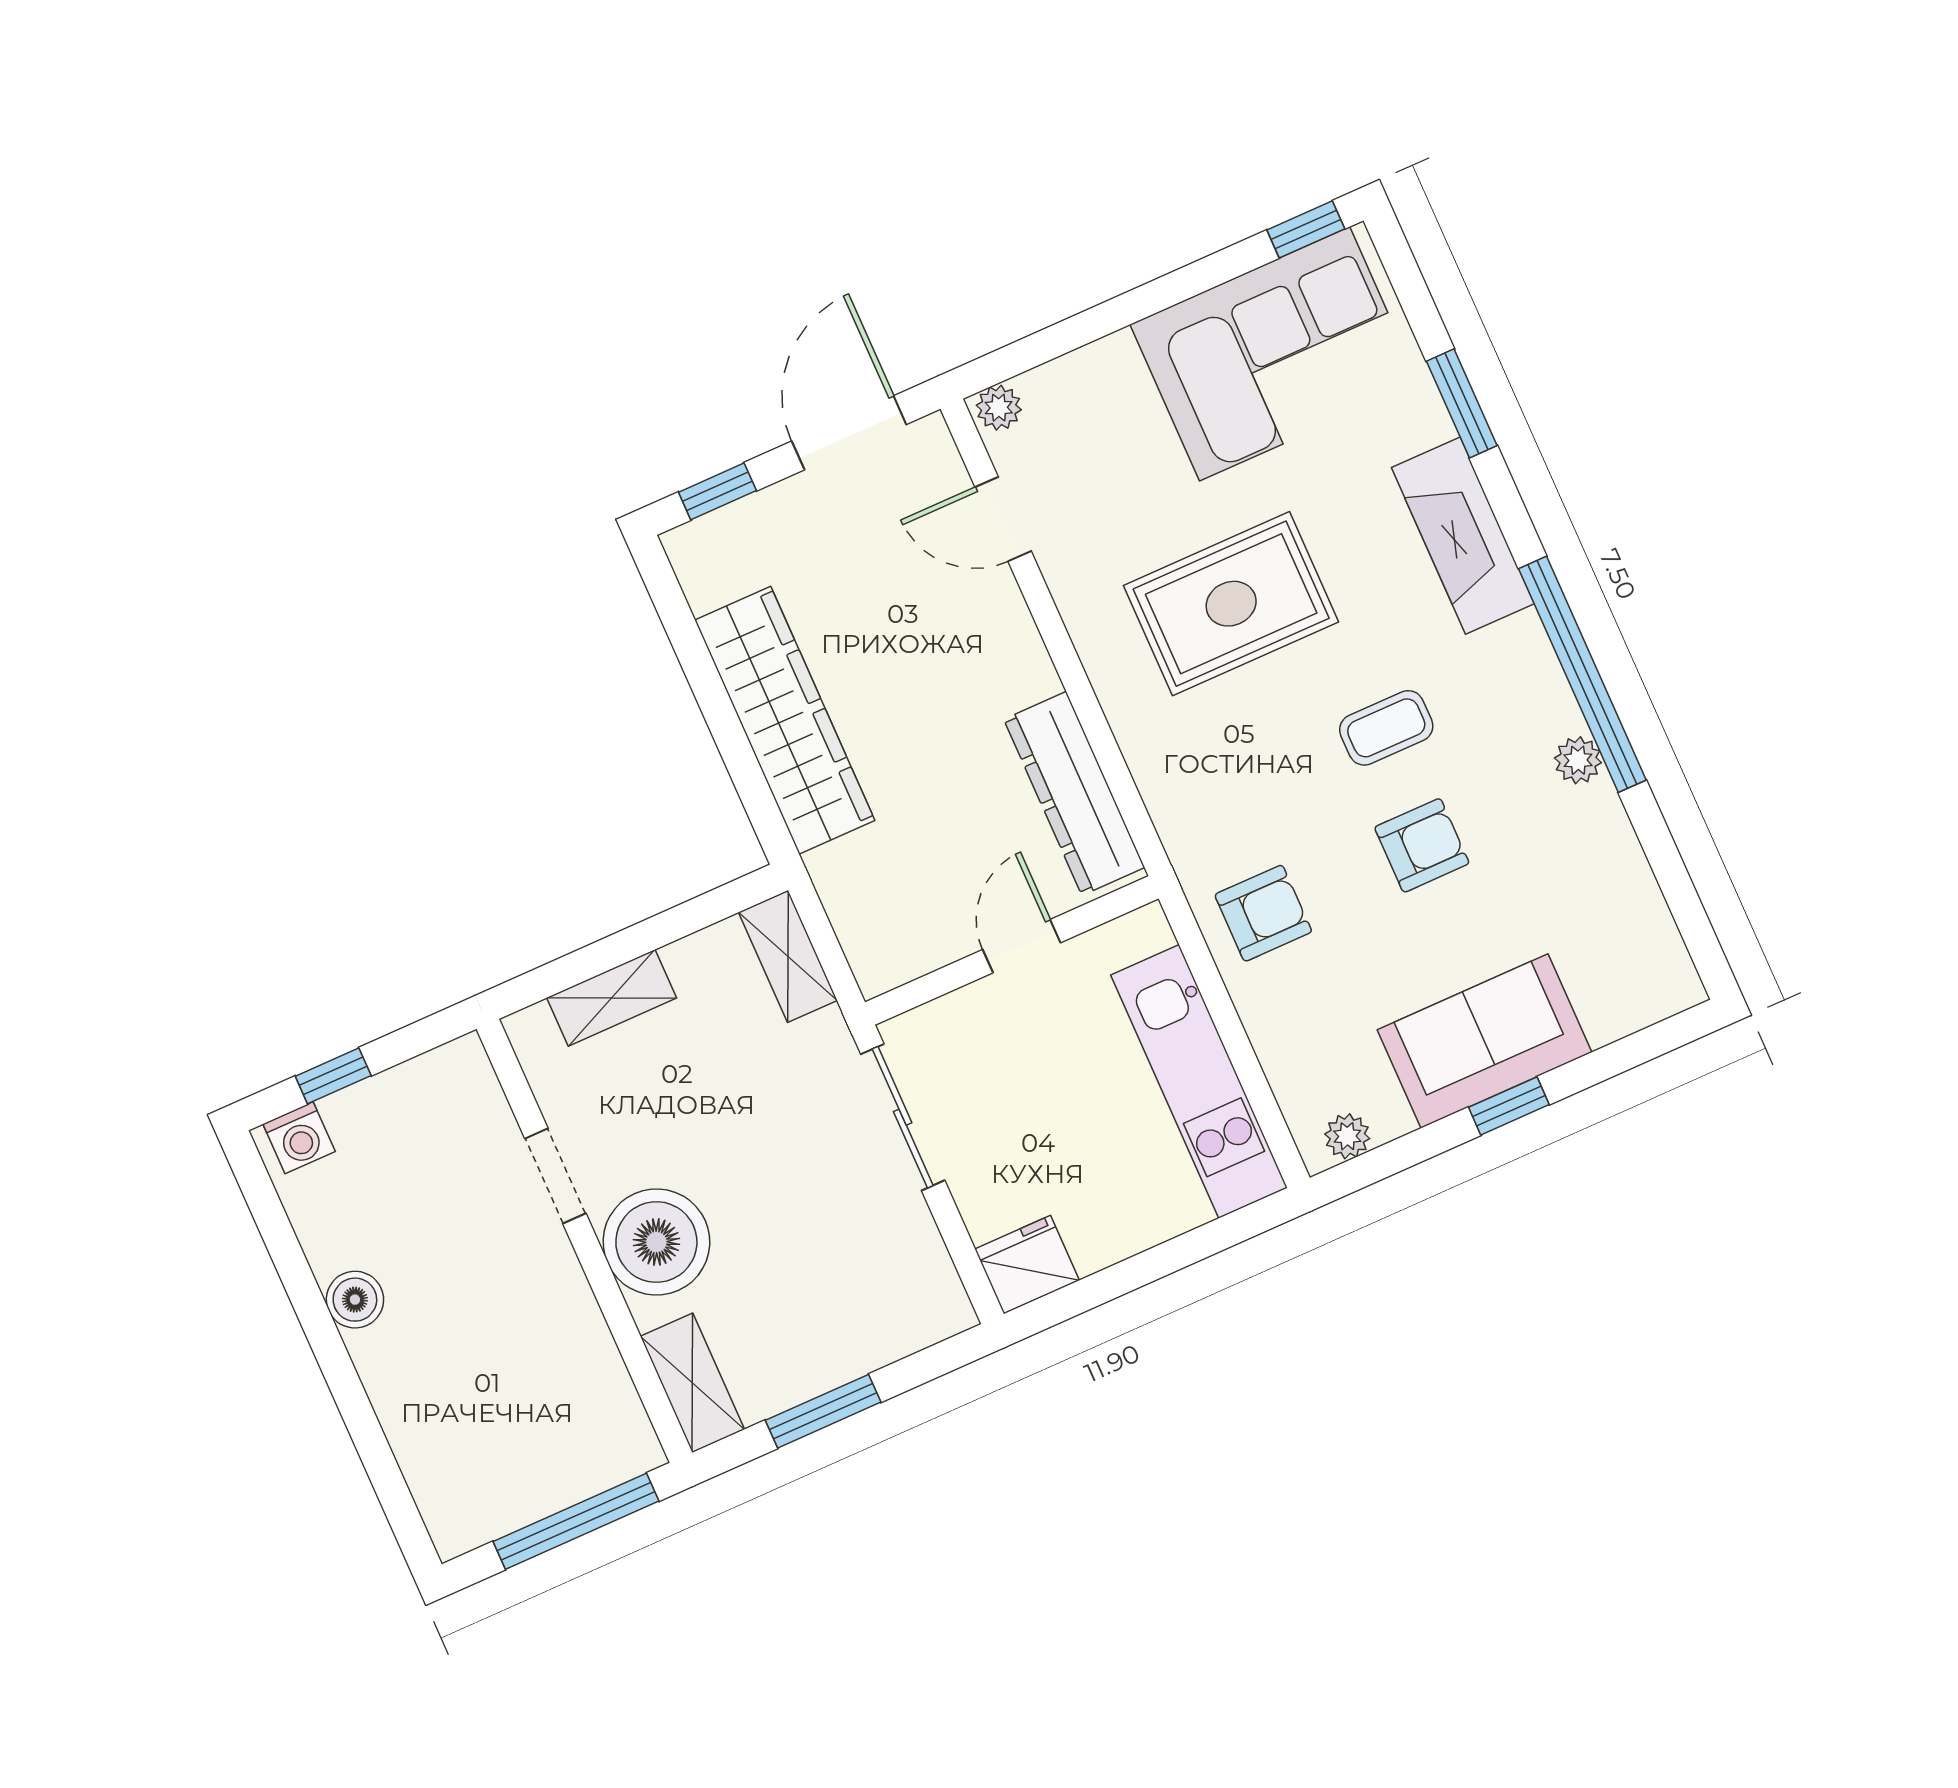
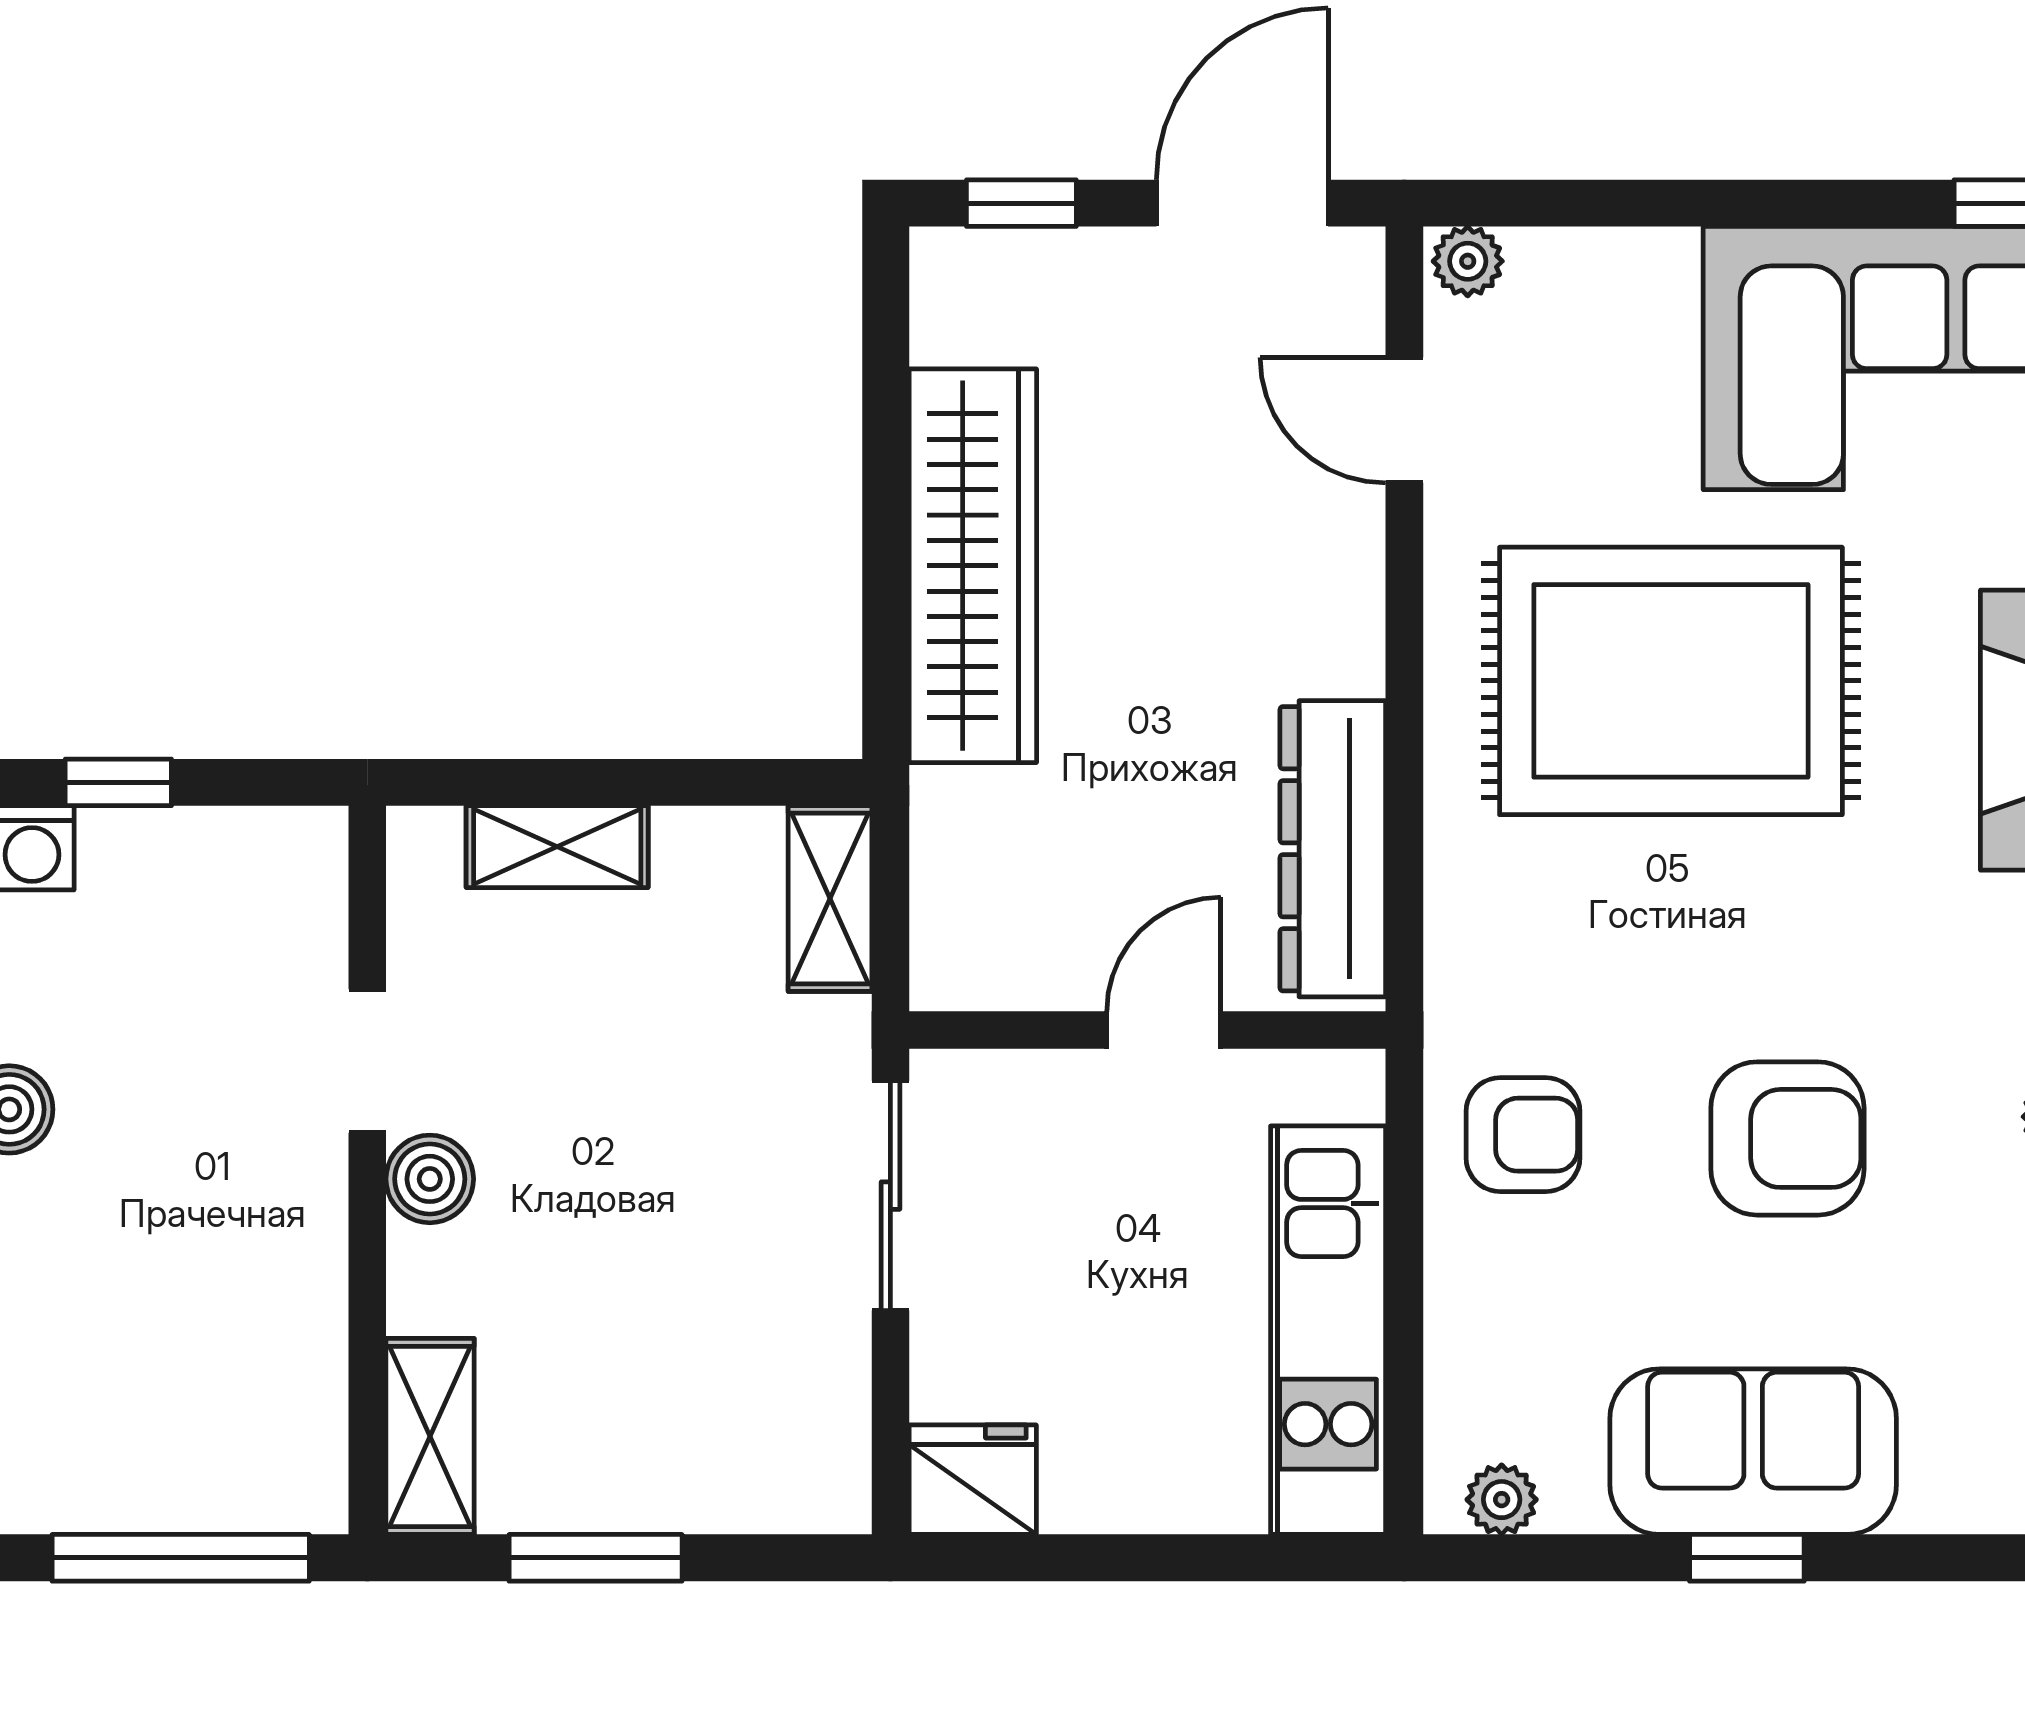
rug: (1231, 604) -> (1671, 681), width x1.37, depth x1.44
coffee table: (1386, 728) -> (1811, 952), removed
armchair: (1422, 845) -> (1787, 1138), width x1.38, depth x1.38
boiler: (656, 1242) -> (430, 1179), width x0.54, depth x0.54

